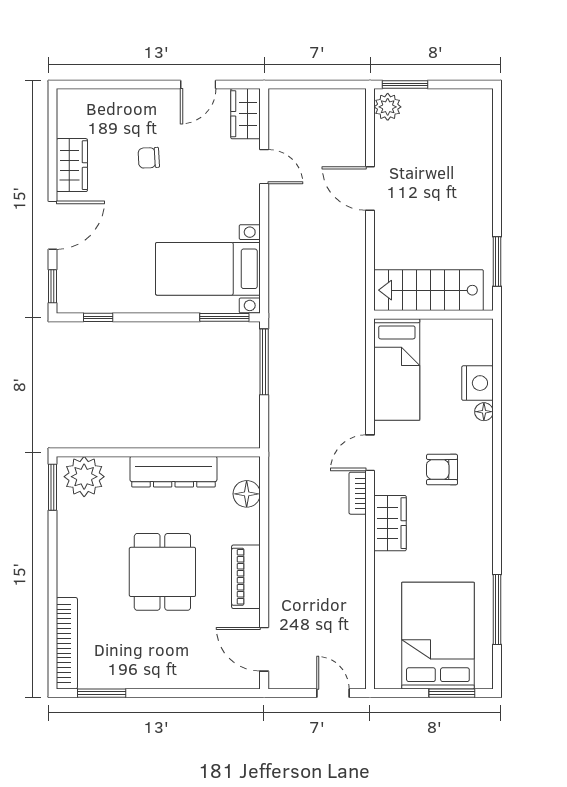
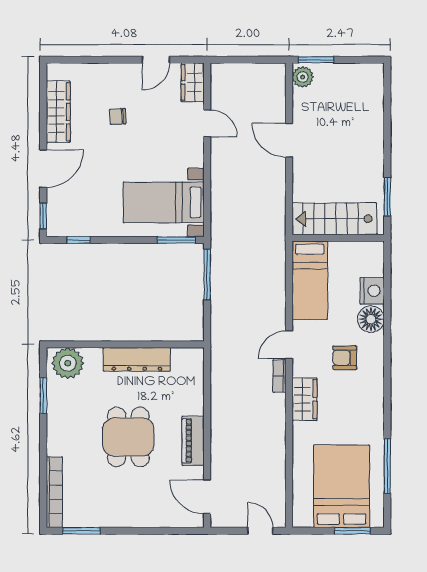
wardrobe: (72, 165) -> (58, 112), width x1.50
floor lamp: (484, 412) -> (371, 319), width x1.89, depth x1.89
window: (52, 487) -> (43, 395), moved
floor lamp: (247, 494) -> (194, 377), removed

